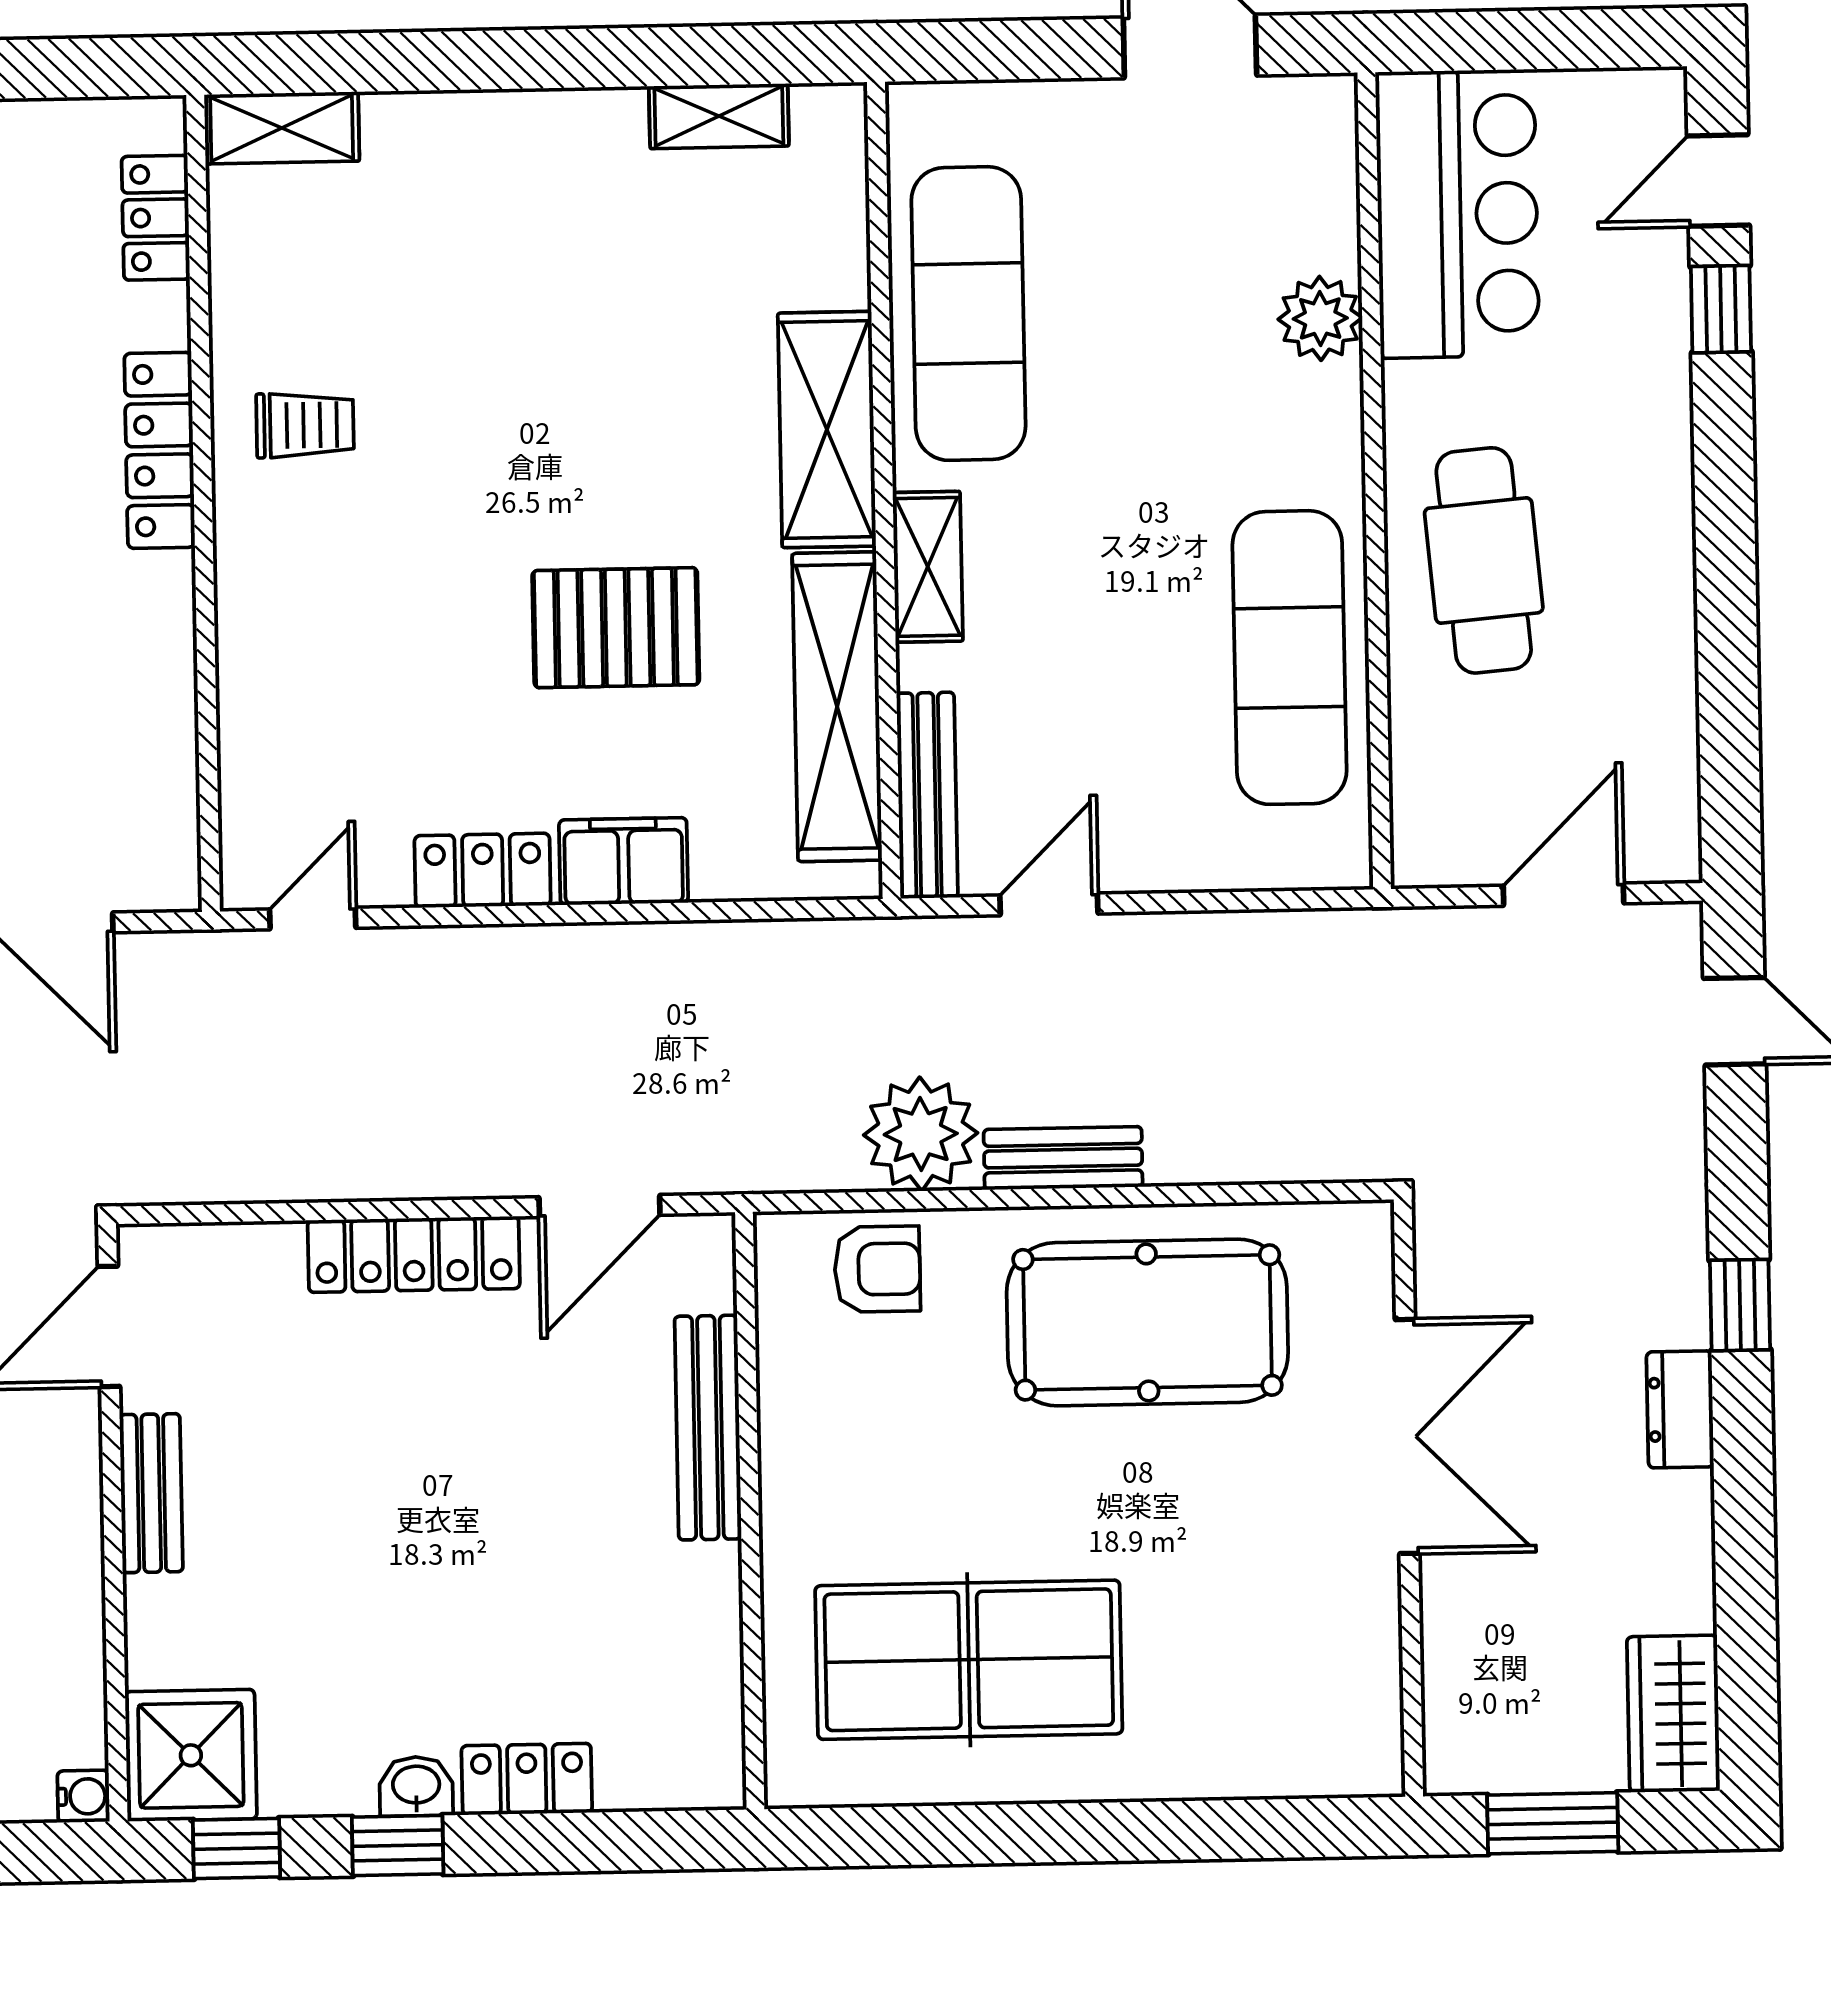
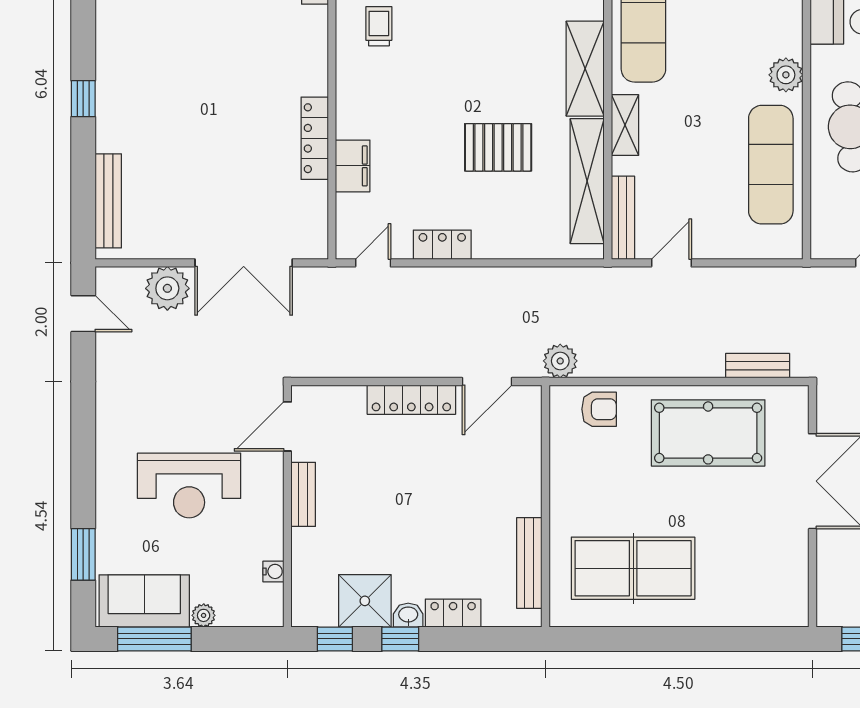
plant: (1320, 318) -> (786, 75), moved
trolley: (305, 425) -> (379, 26), moved, turned -90
locker: (160, 450) -> (315, 138), moved
filing cabinet: (624, 861) -> (353, 166), moved, turned 90
plant: (921, 1134) -> (560, 361), moved, width x0.73, depth x0.73
bench: (1063, 1158) -> (758, 366), moved
bench: (708, 1428) -> (529, 563), moved
shower: (191, 1755) -> (365, 601), moved
water cooler: (83, 1796) -> (273, 571), moved

